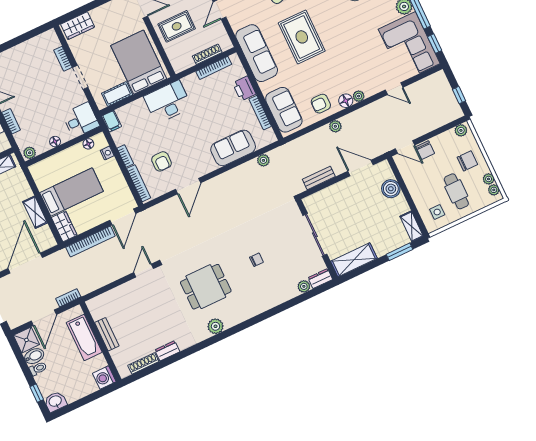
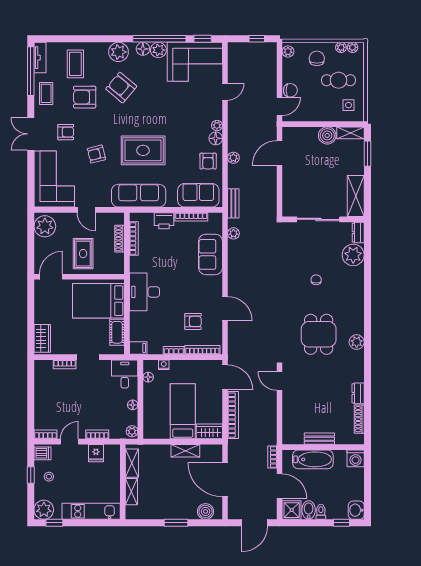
bench: (319, 178) -> (233, 203), moved
boiler: (391, 189) -> (327, 135), moved
plant: (304, 286) -> (353, 255), width x1.88, depth x1.88

